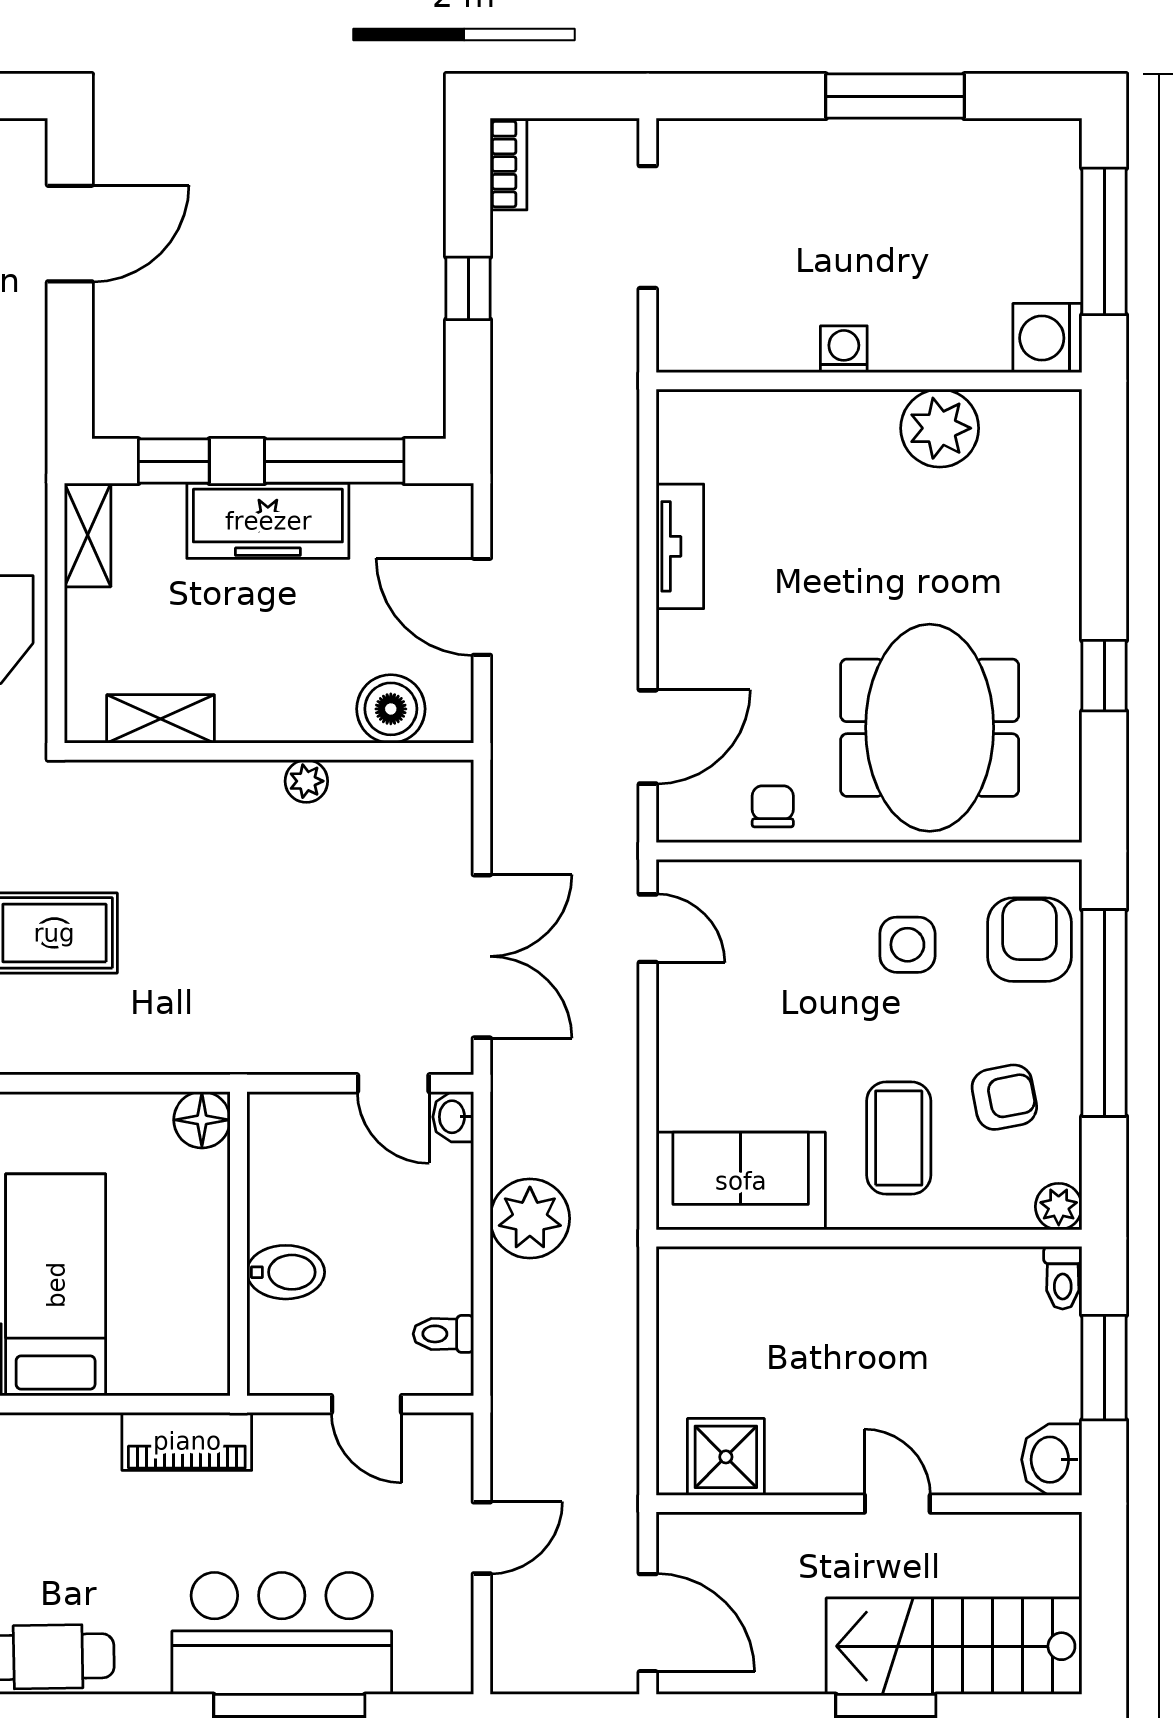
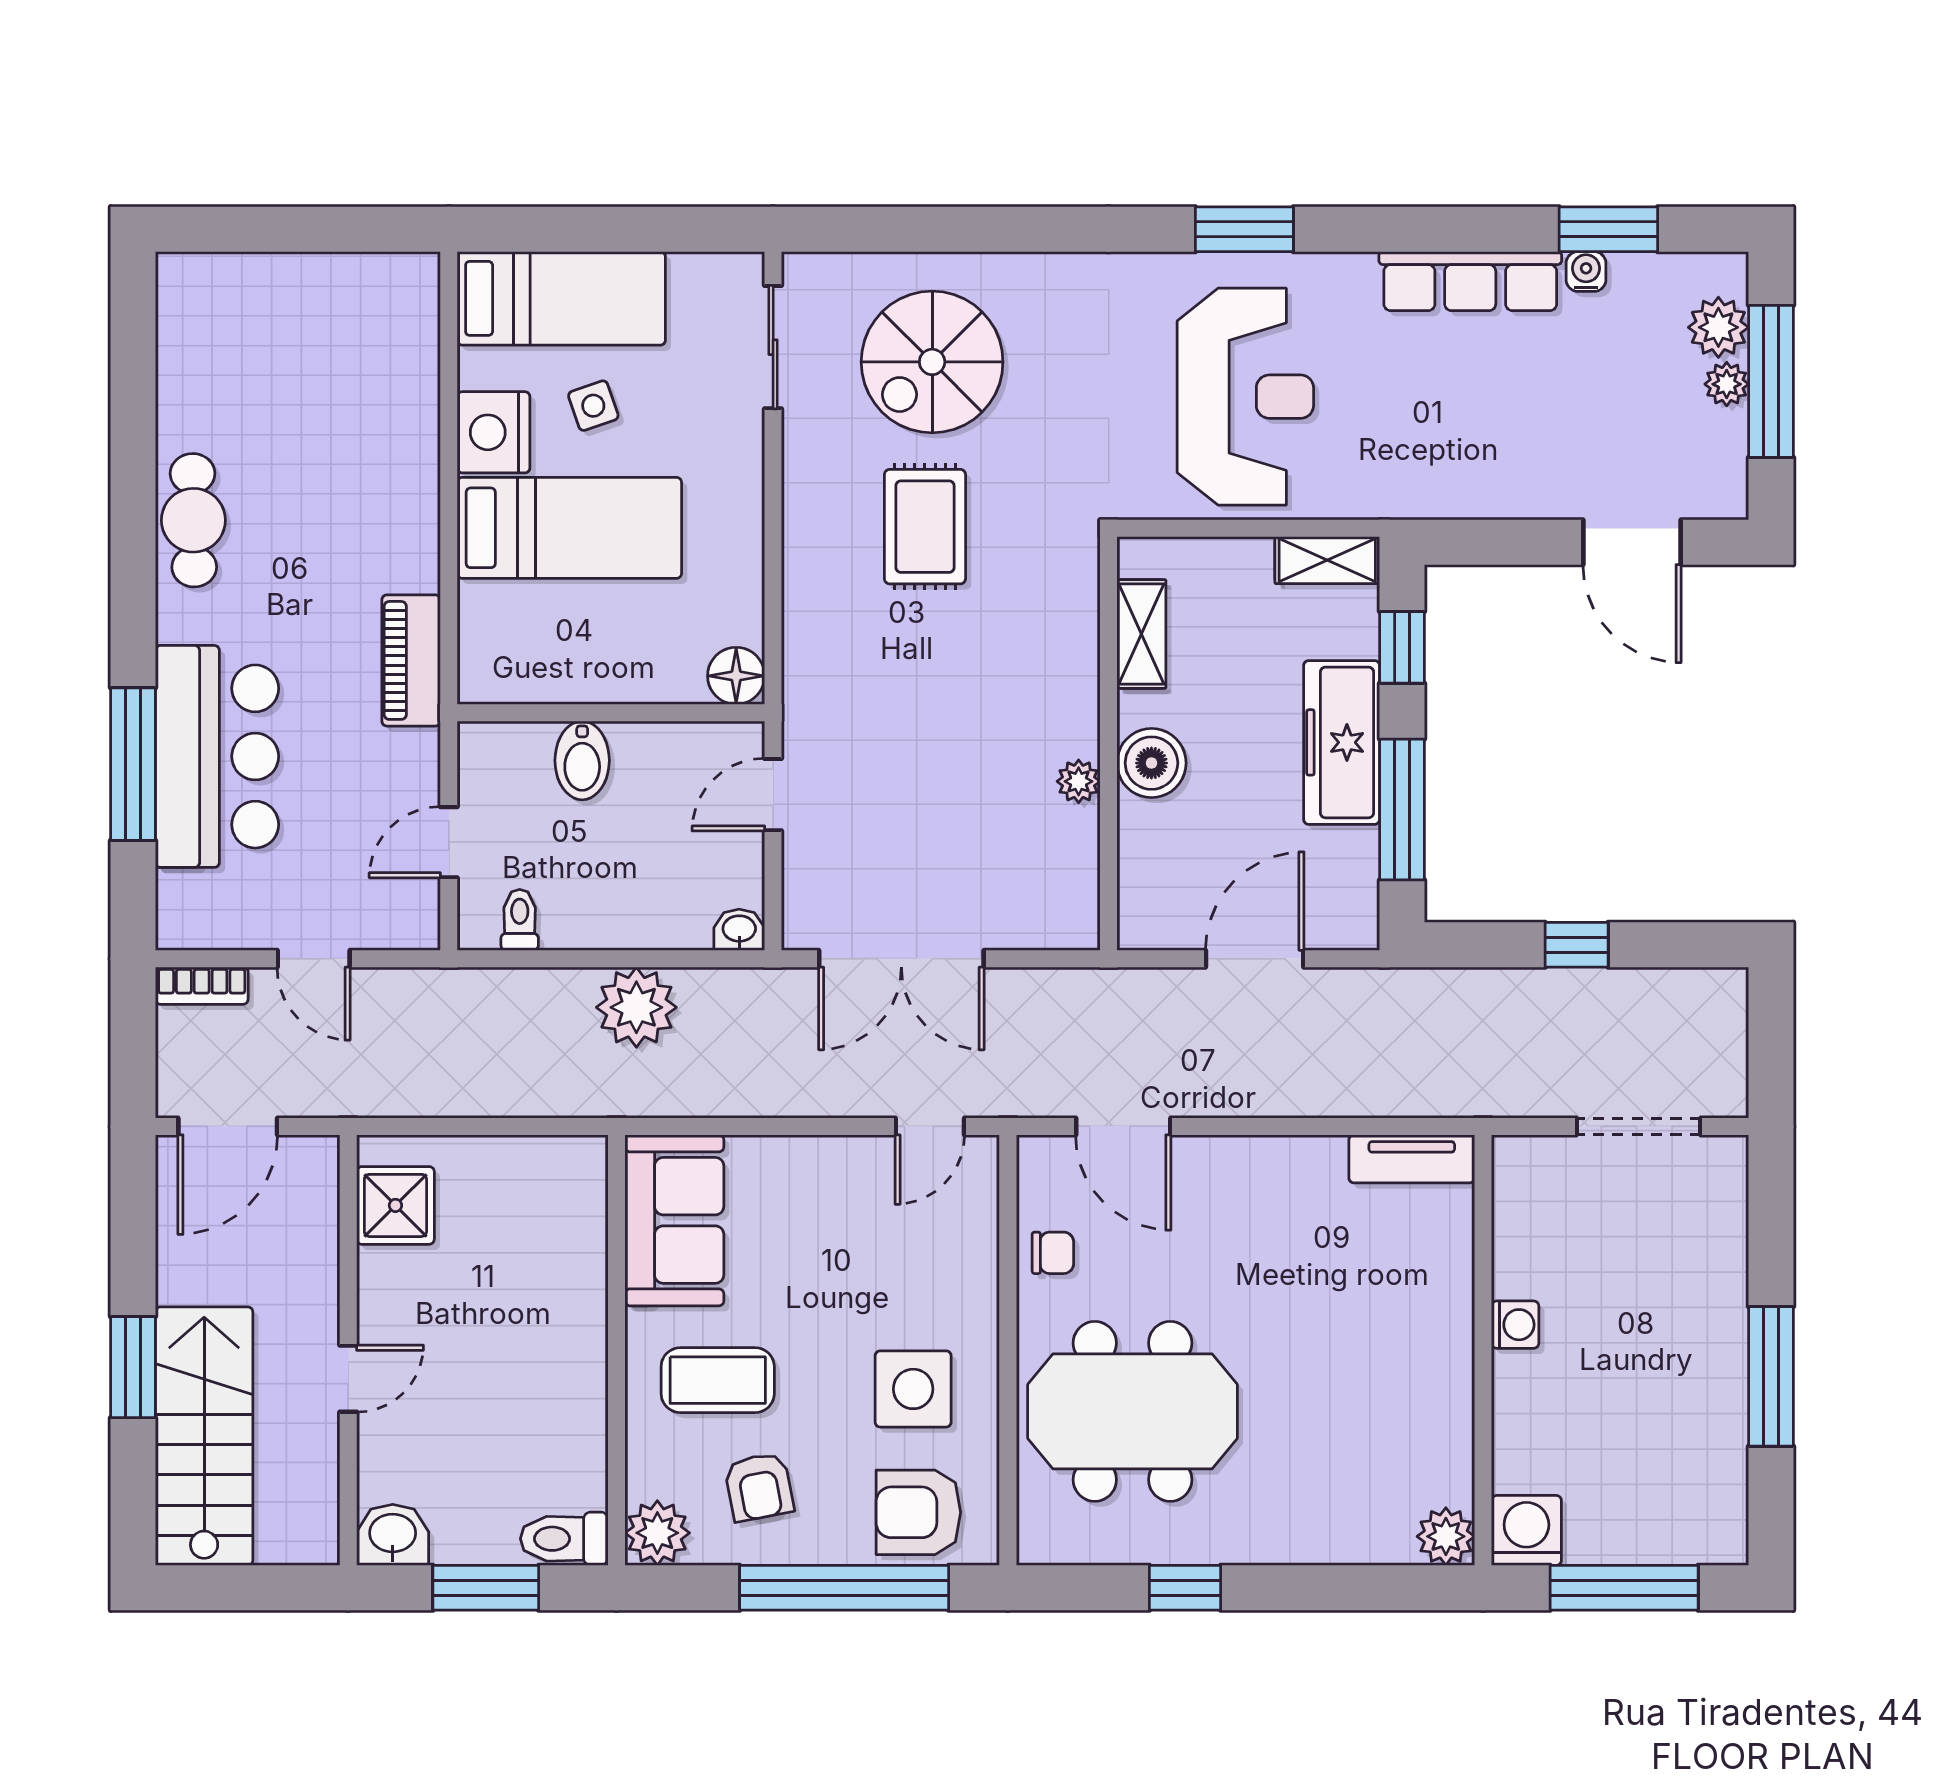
bookcase: (509, 164) -> (202, 986), moved
plant: (940, 428) -> (1446, 1536), moved, width x0.73, depth x0.73
tv unit: (680, 546) -> (1412, 1159), moved
boiler: (391, 709) -> (1151, 763), moved
armchair: (1029, 940) -> (918, 1512), turned 180
side table: (907, 945) -> (913, 1389), width x1.37, depth x1.37
door: (393, 1083) -> (773, 795), moved
plant: (1059, 1207) -> (657, 1533), width x1.38, depth x1.38
toilet: (1063, 1278) -> (564, 1539), width x1.37, depth x1.39

